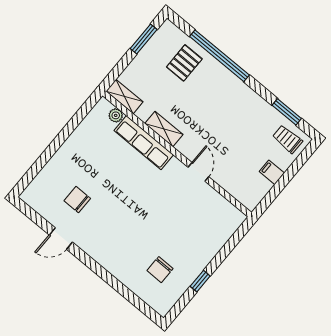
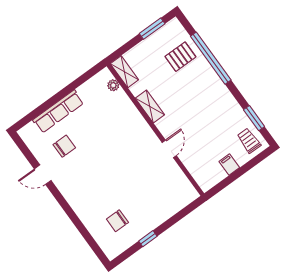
row of seats: (144, 143) -> (58, 111), moved, turned -90
chair: (77, 200) -> (64, 146), turned 90

